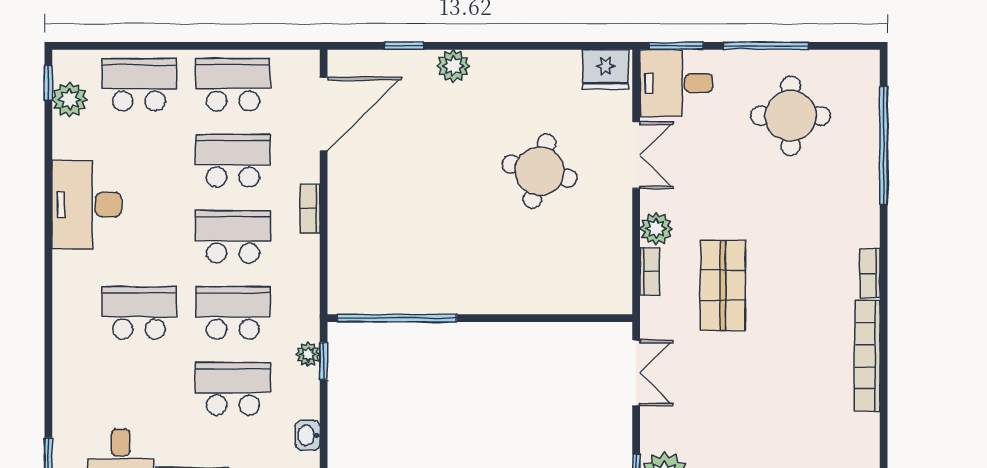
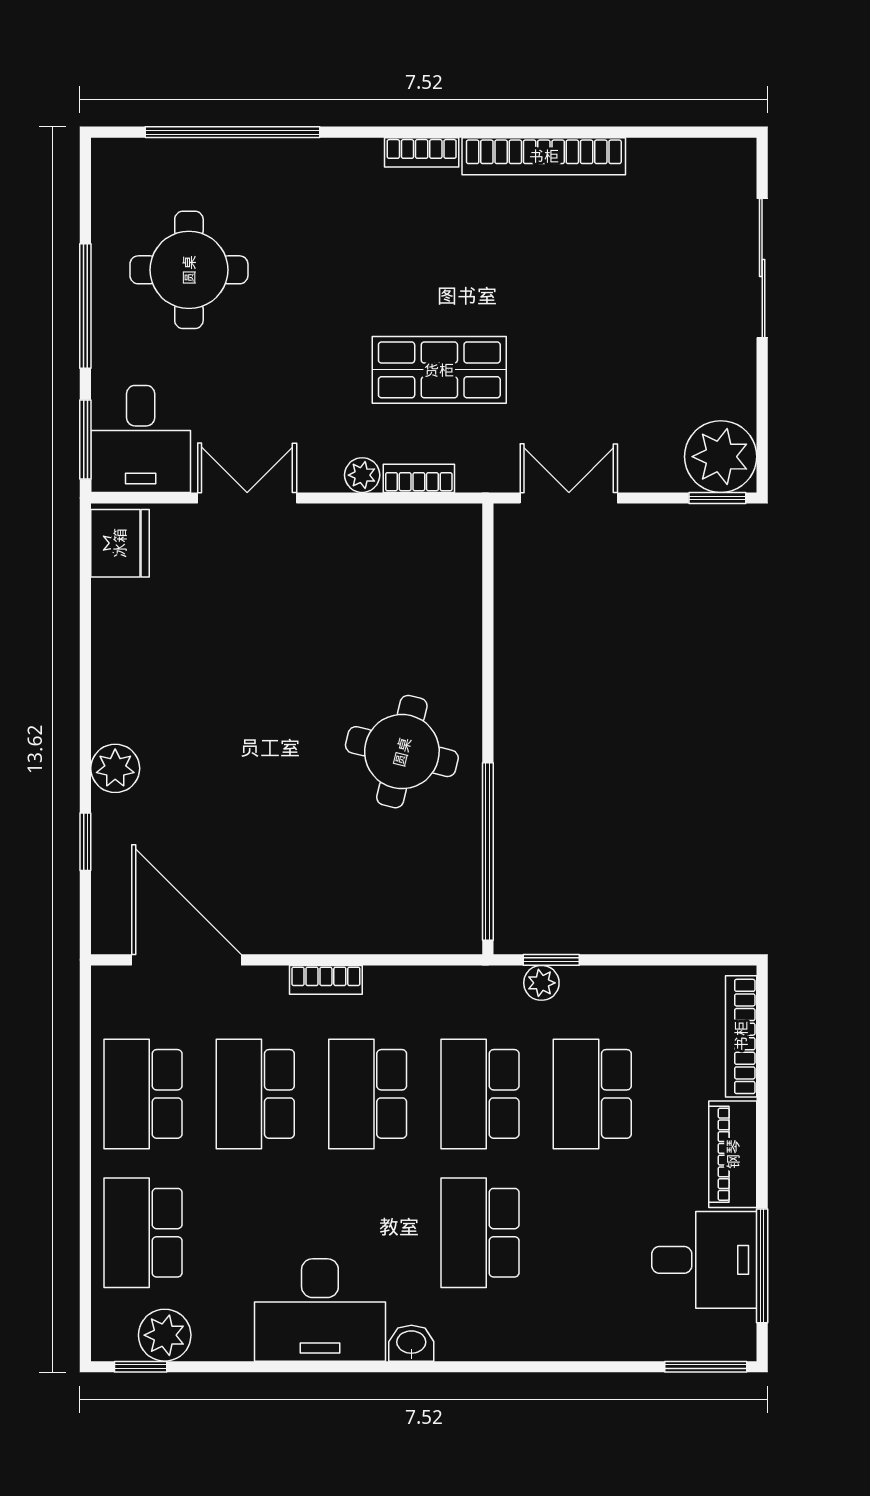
round table: (540, 171) -> (402, 752), moved
plant: (656, 229) -> (362, 475), width x0.73, depth x0.73
washbasin: (308, 435) -> (411, 1343), moved, turned 180

